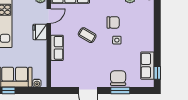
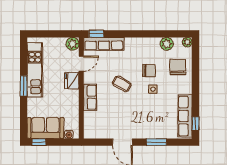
row of seats: (147, 66) -> (185, 116), width x1.48
chair: (118, 78) -> (178, 67), moved

